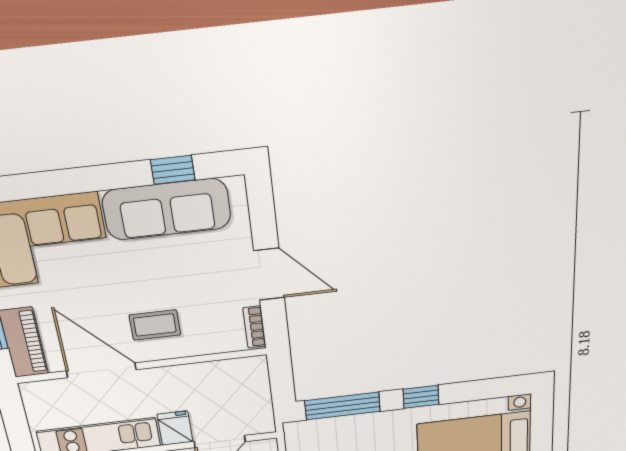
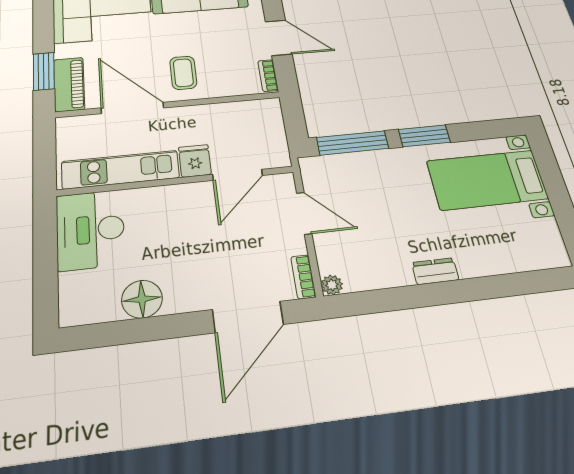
coffee table: (155, 325) -> (183, 73), turned 90
window: (421, 397) -> (424, 136), width x1.50

